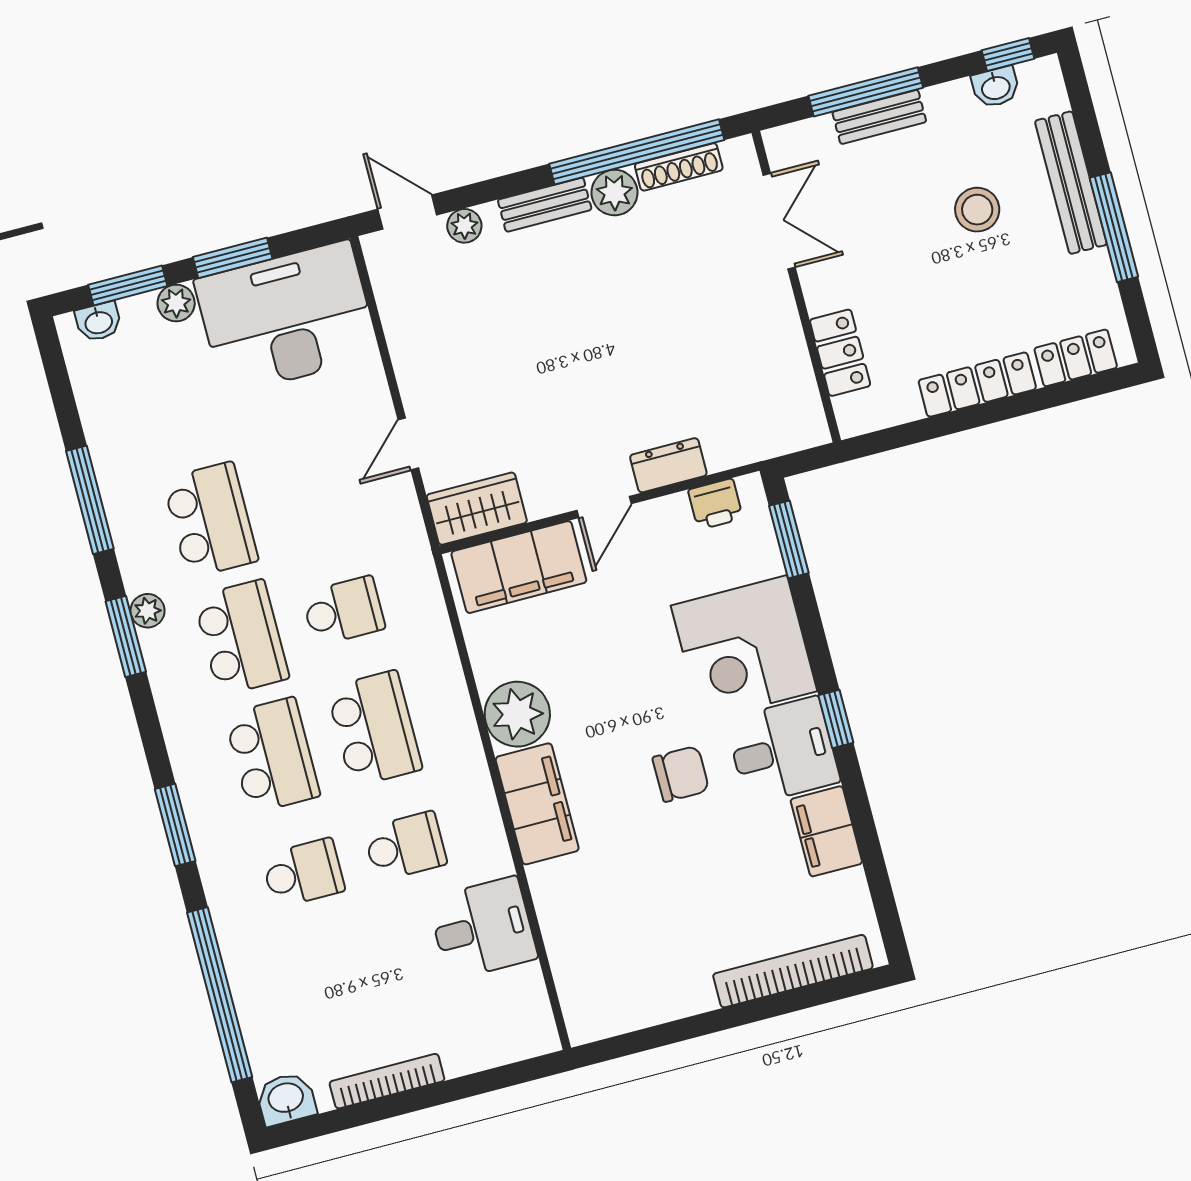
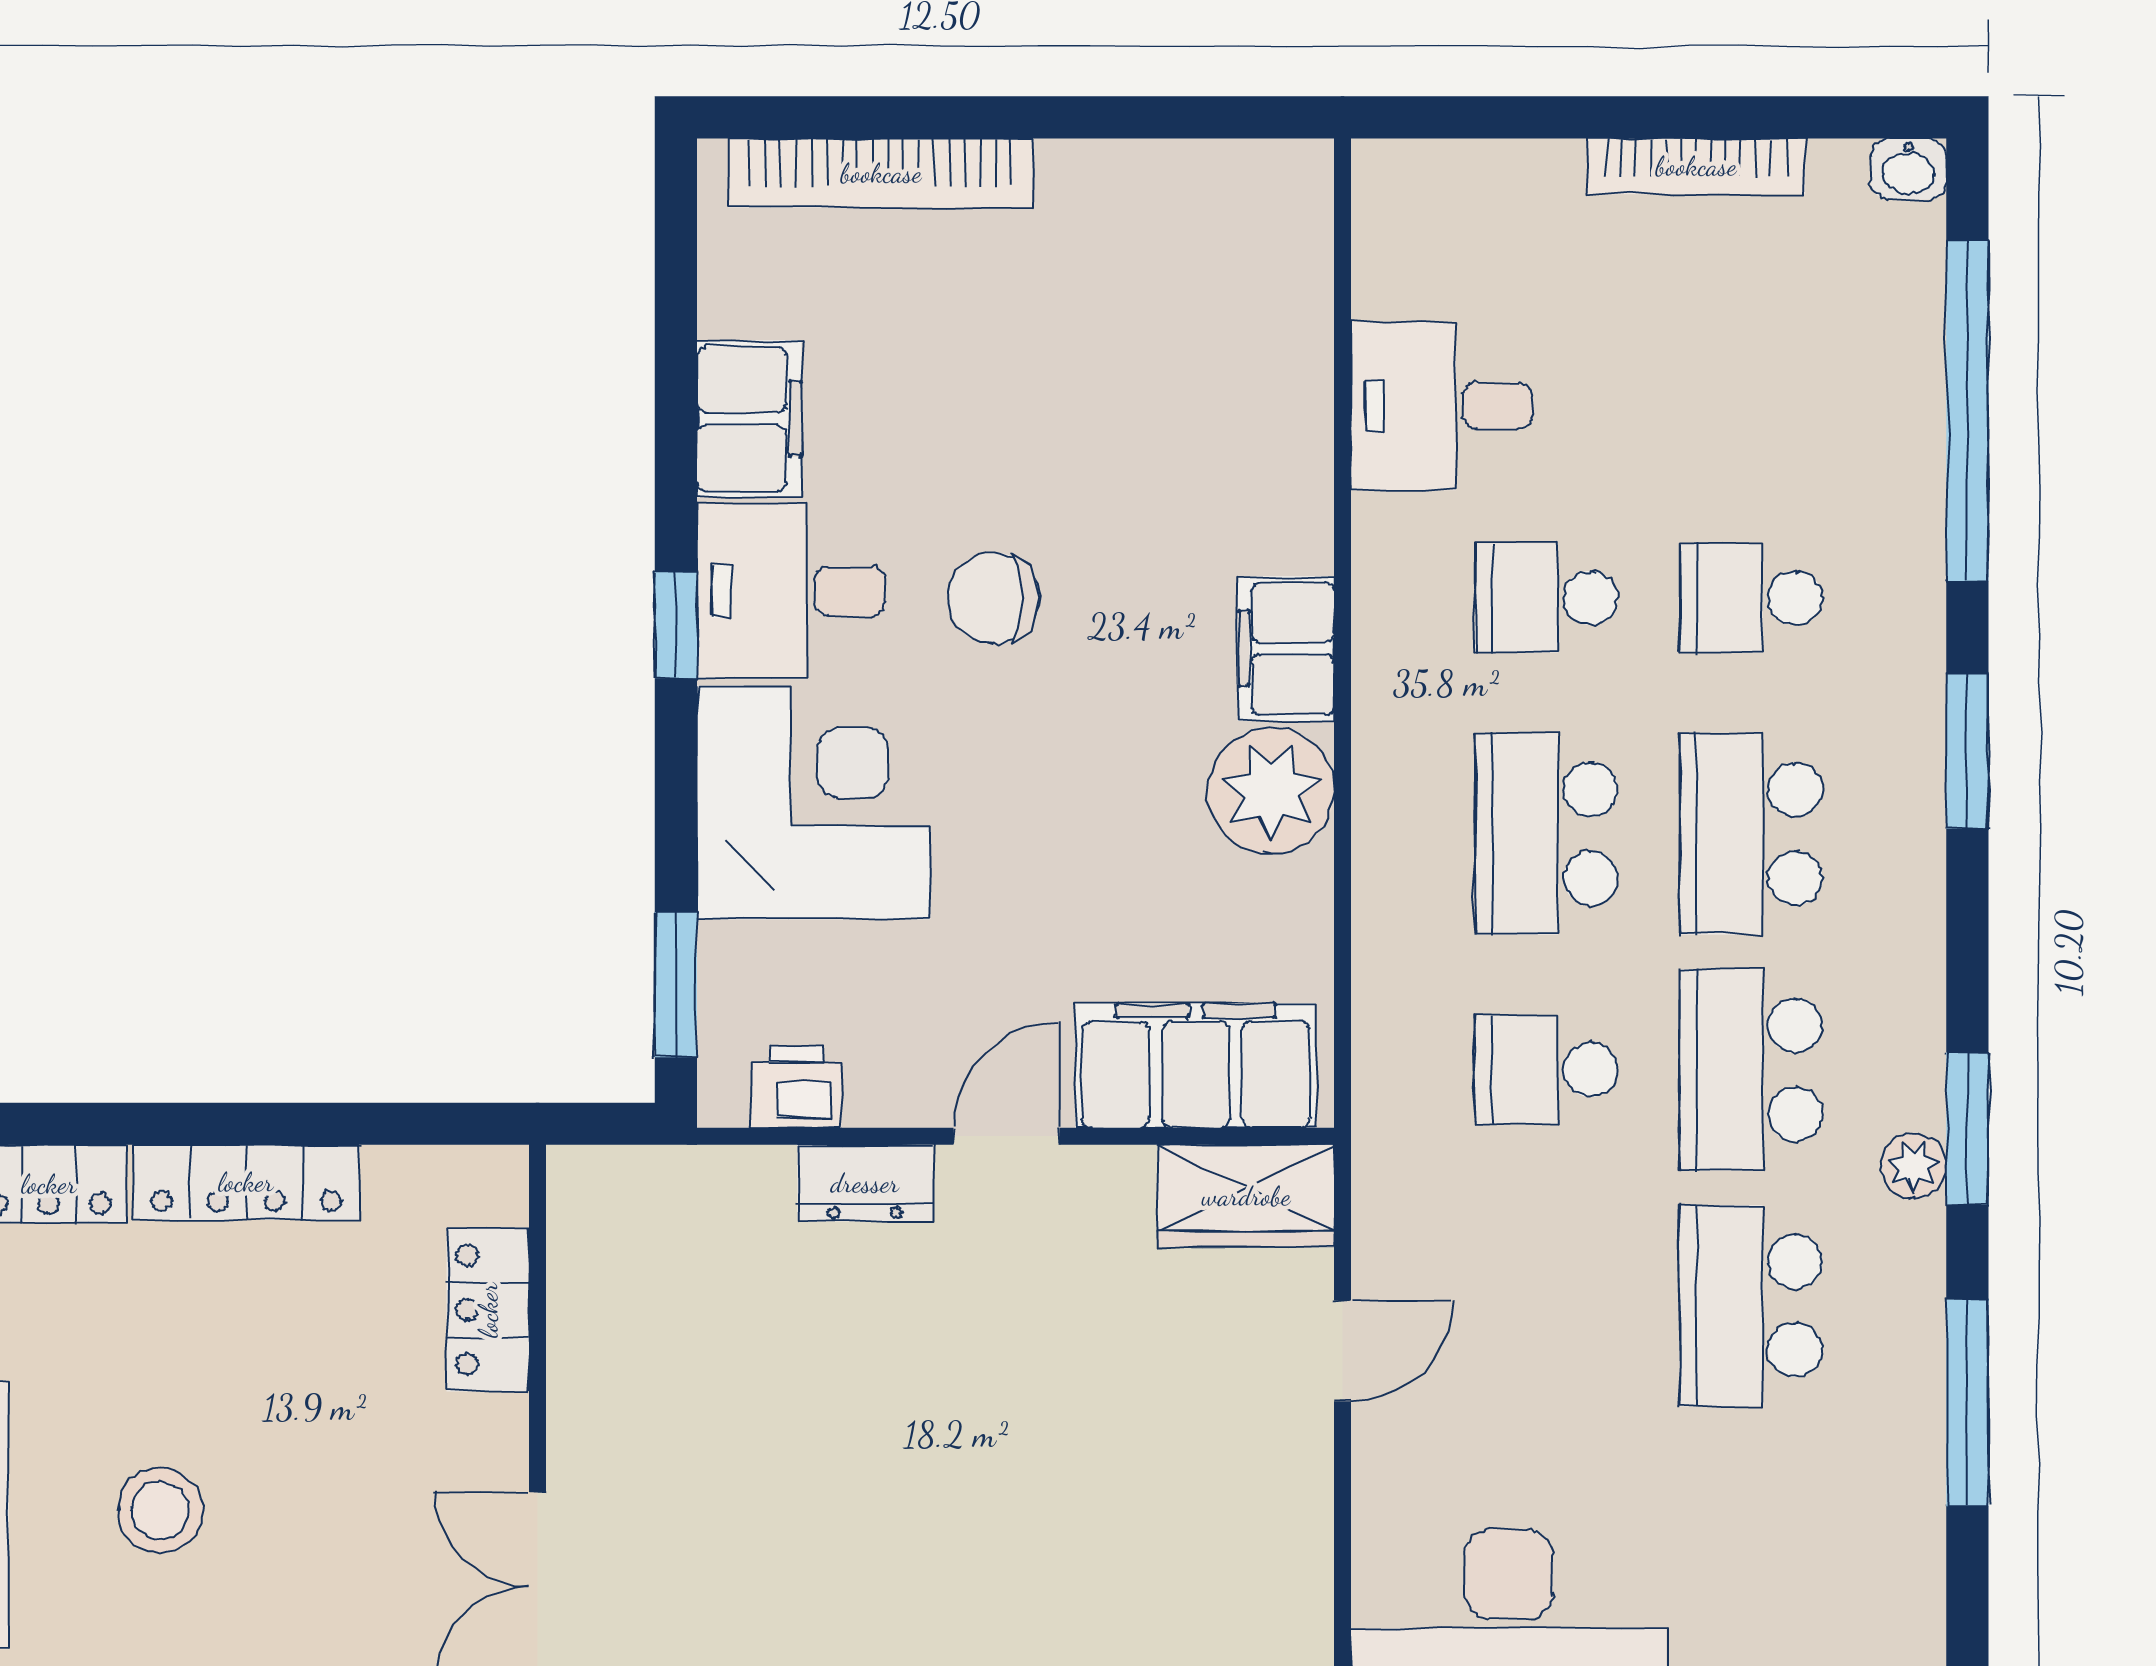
filing cabinet: (537, 804) -> (1286, 649), width x0.67, depth x0.86
washbasin: (286, 1099) -> (1909, 169), width x0.72, depth x0.69

